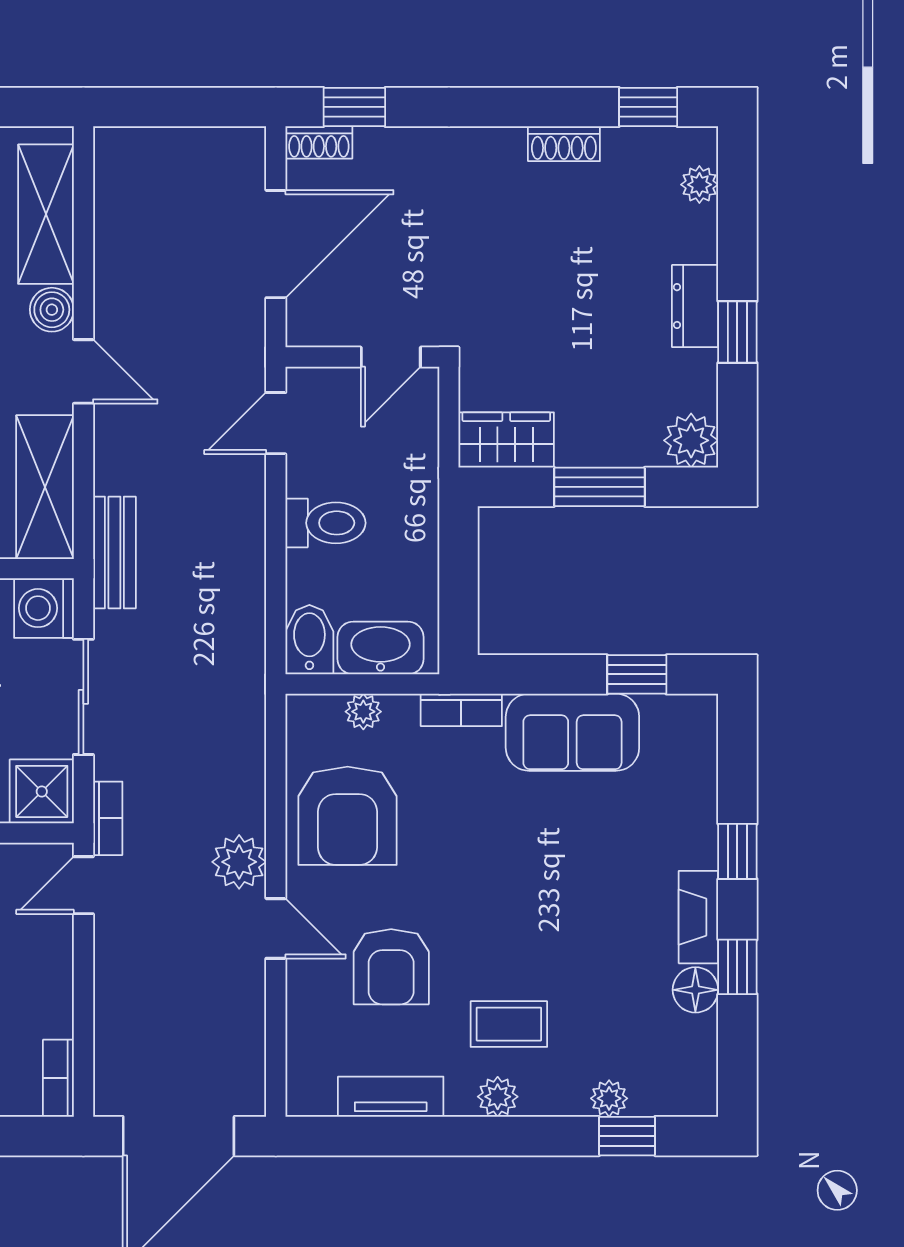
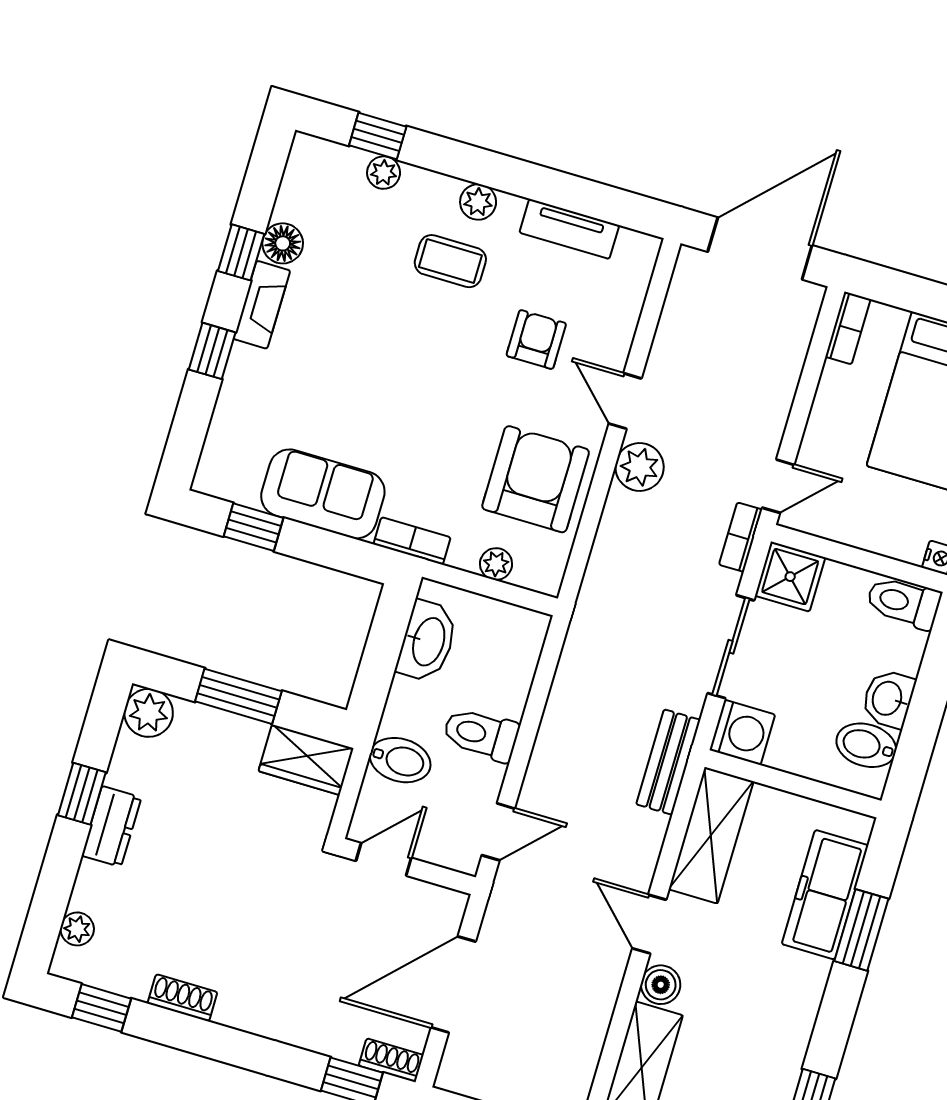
bidet: (309, 640) -> (400, 760), moved, turned -90
washbasin: (380, 648) -> (427, 641), moved, turned -90
armchair: (391, 967) -> (536, 340), width x0.72, depth x0.72

